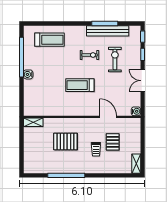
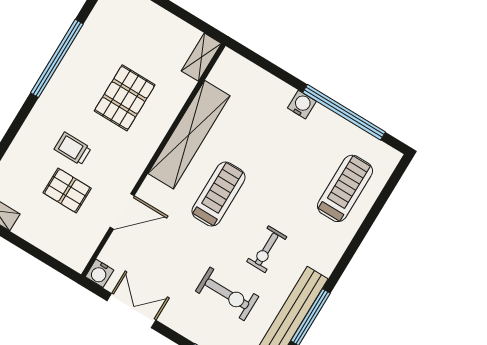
treadmill: (49, 40) -> (345, 188), turned 180
double door: (143, 81) -> (131, 311), moved
shelving: (65, 109) -> (189, 135), added

